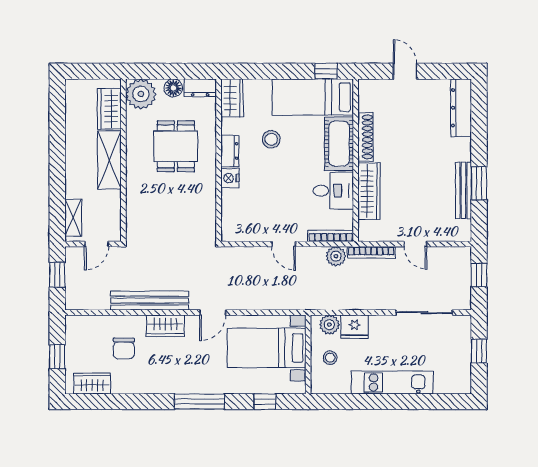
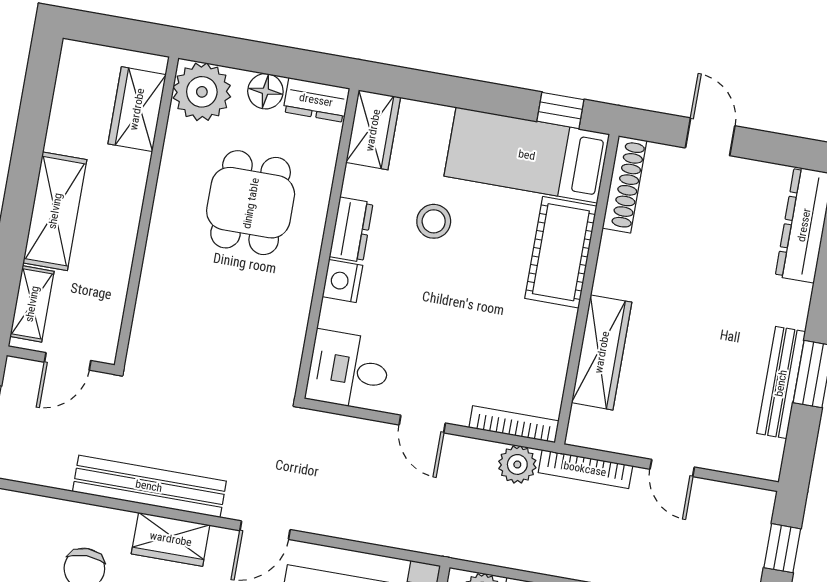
shoe rack: (365, 137) -> (625, 184), moved
shelving: (109, 160) -> (55, 211), moved
desk: (333, 191) -> (348, 370), moved, turned 180

